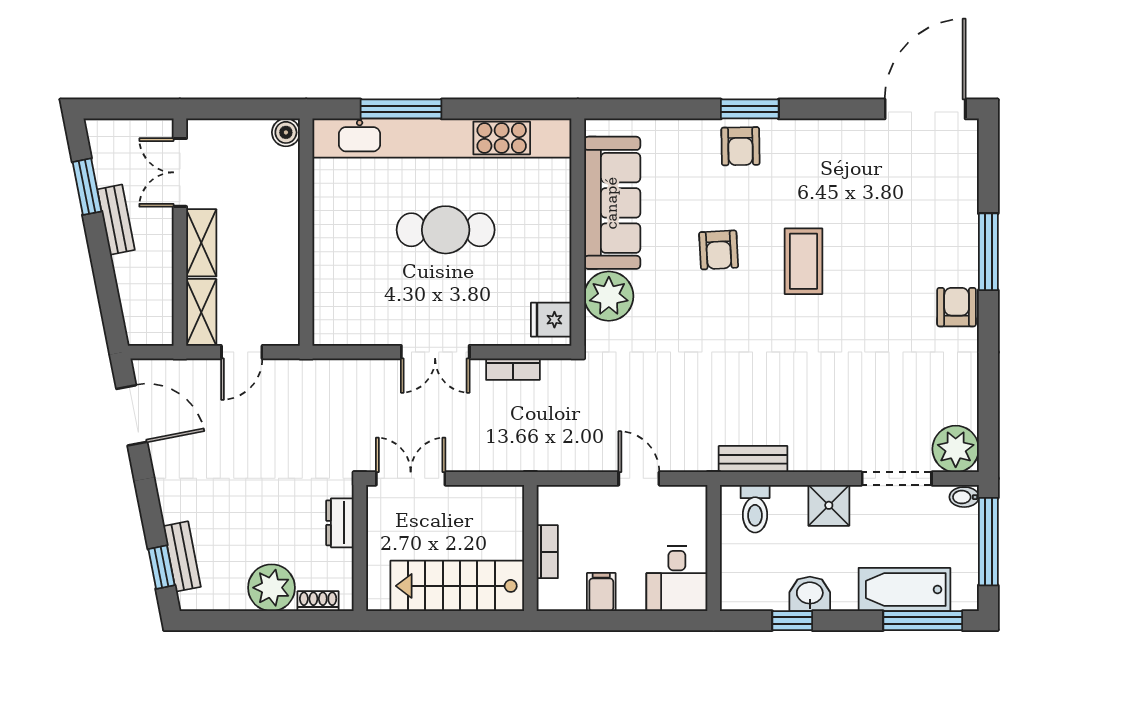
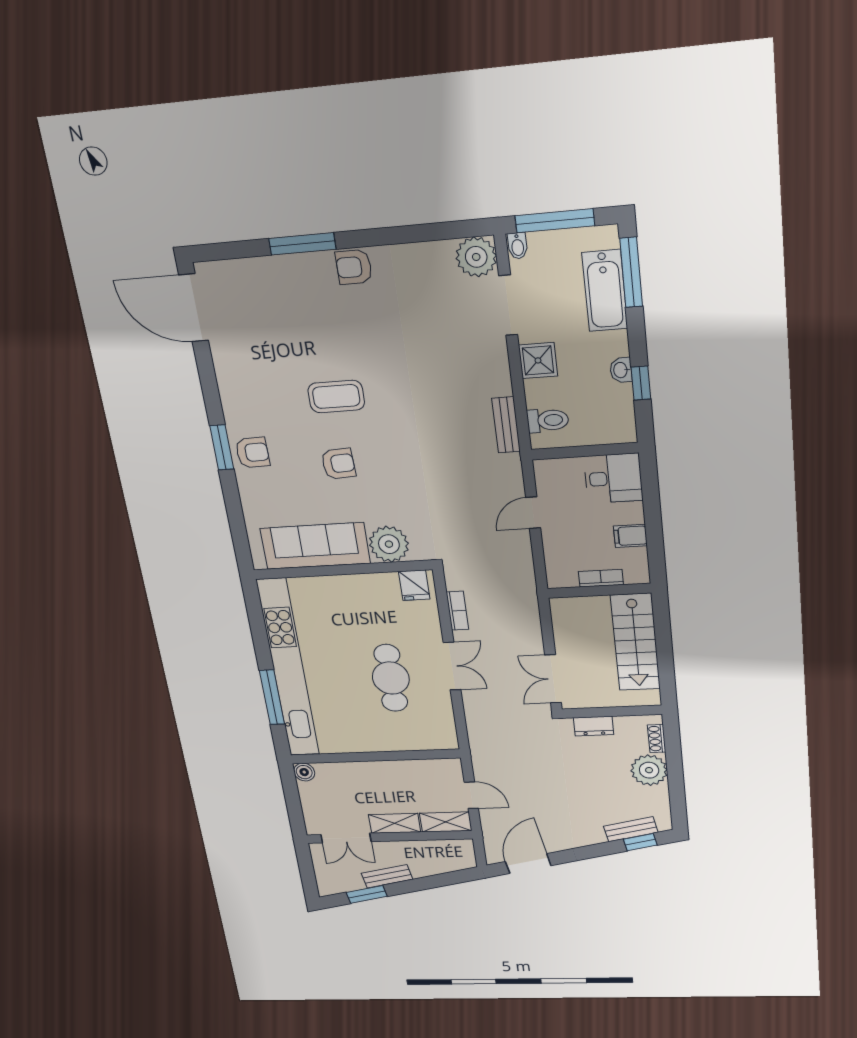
cafe table: (446, 230) -> (391, 678), moved
washbasin: (810, 594) -> (621, 370), width x0.72, depth x0.69

